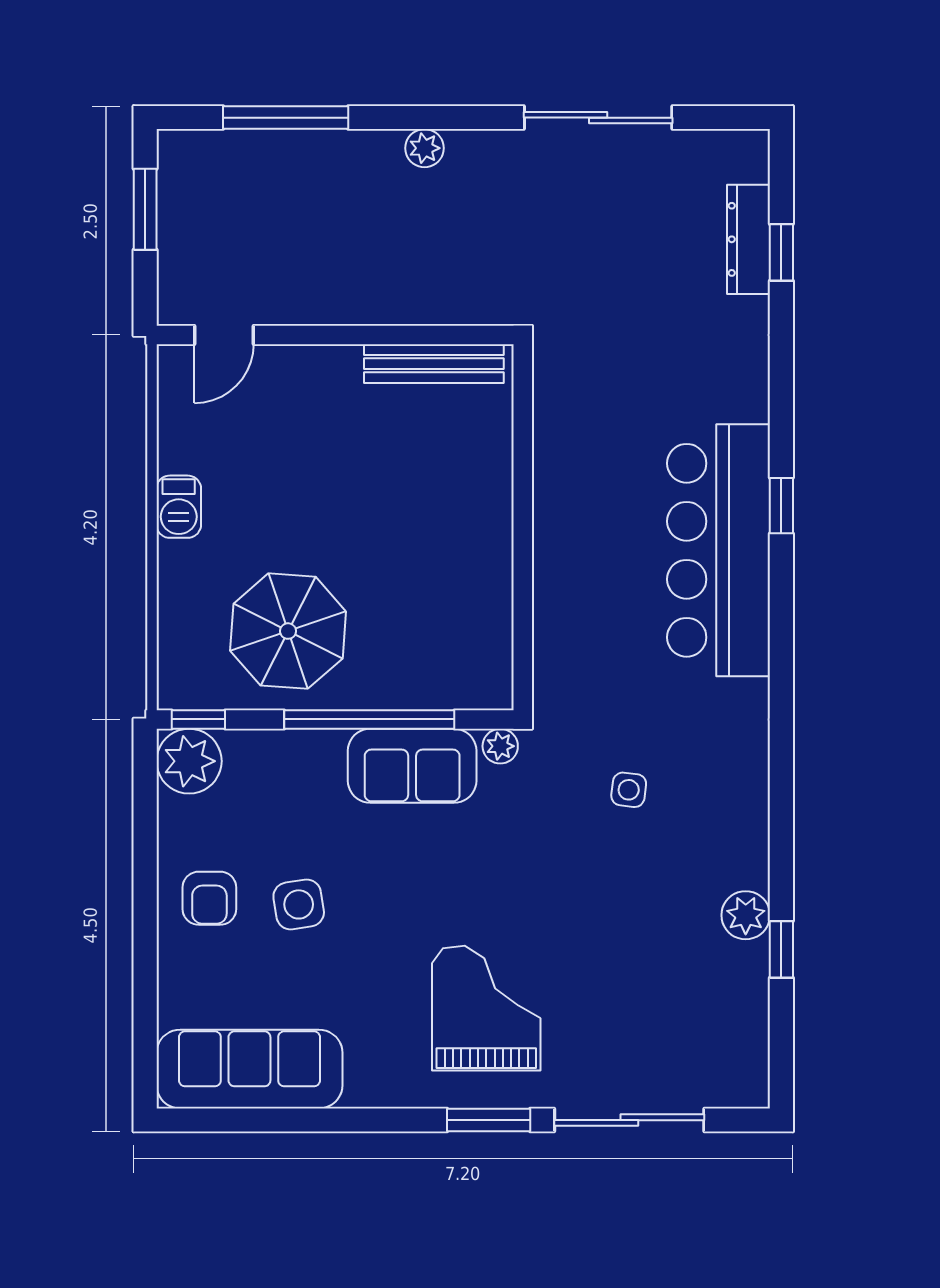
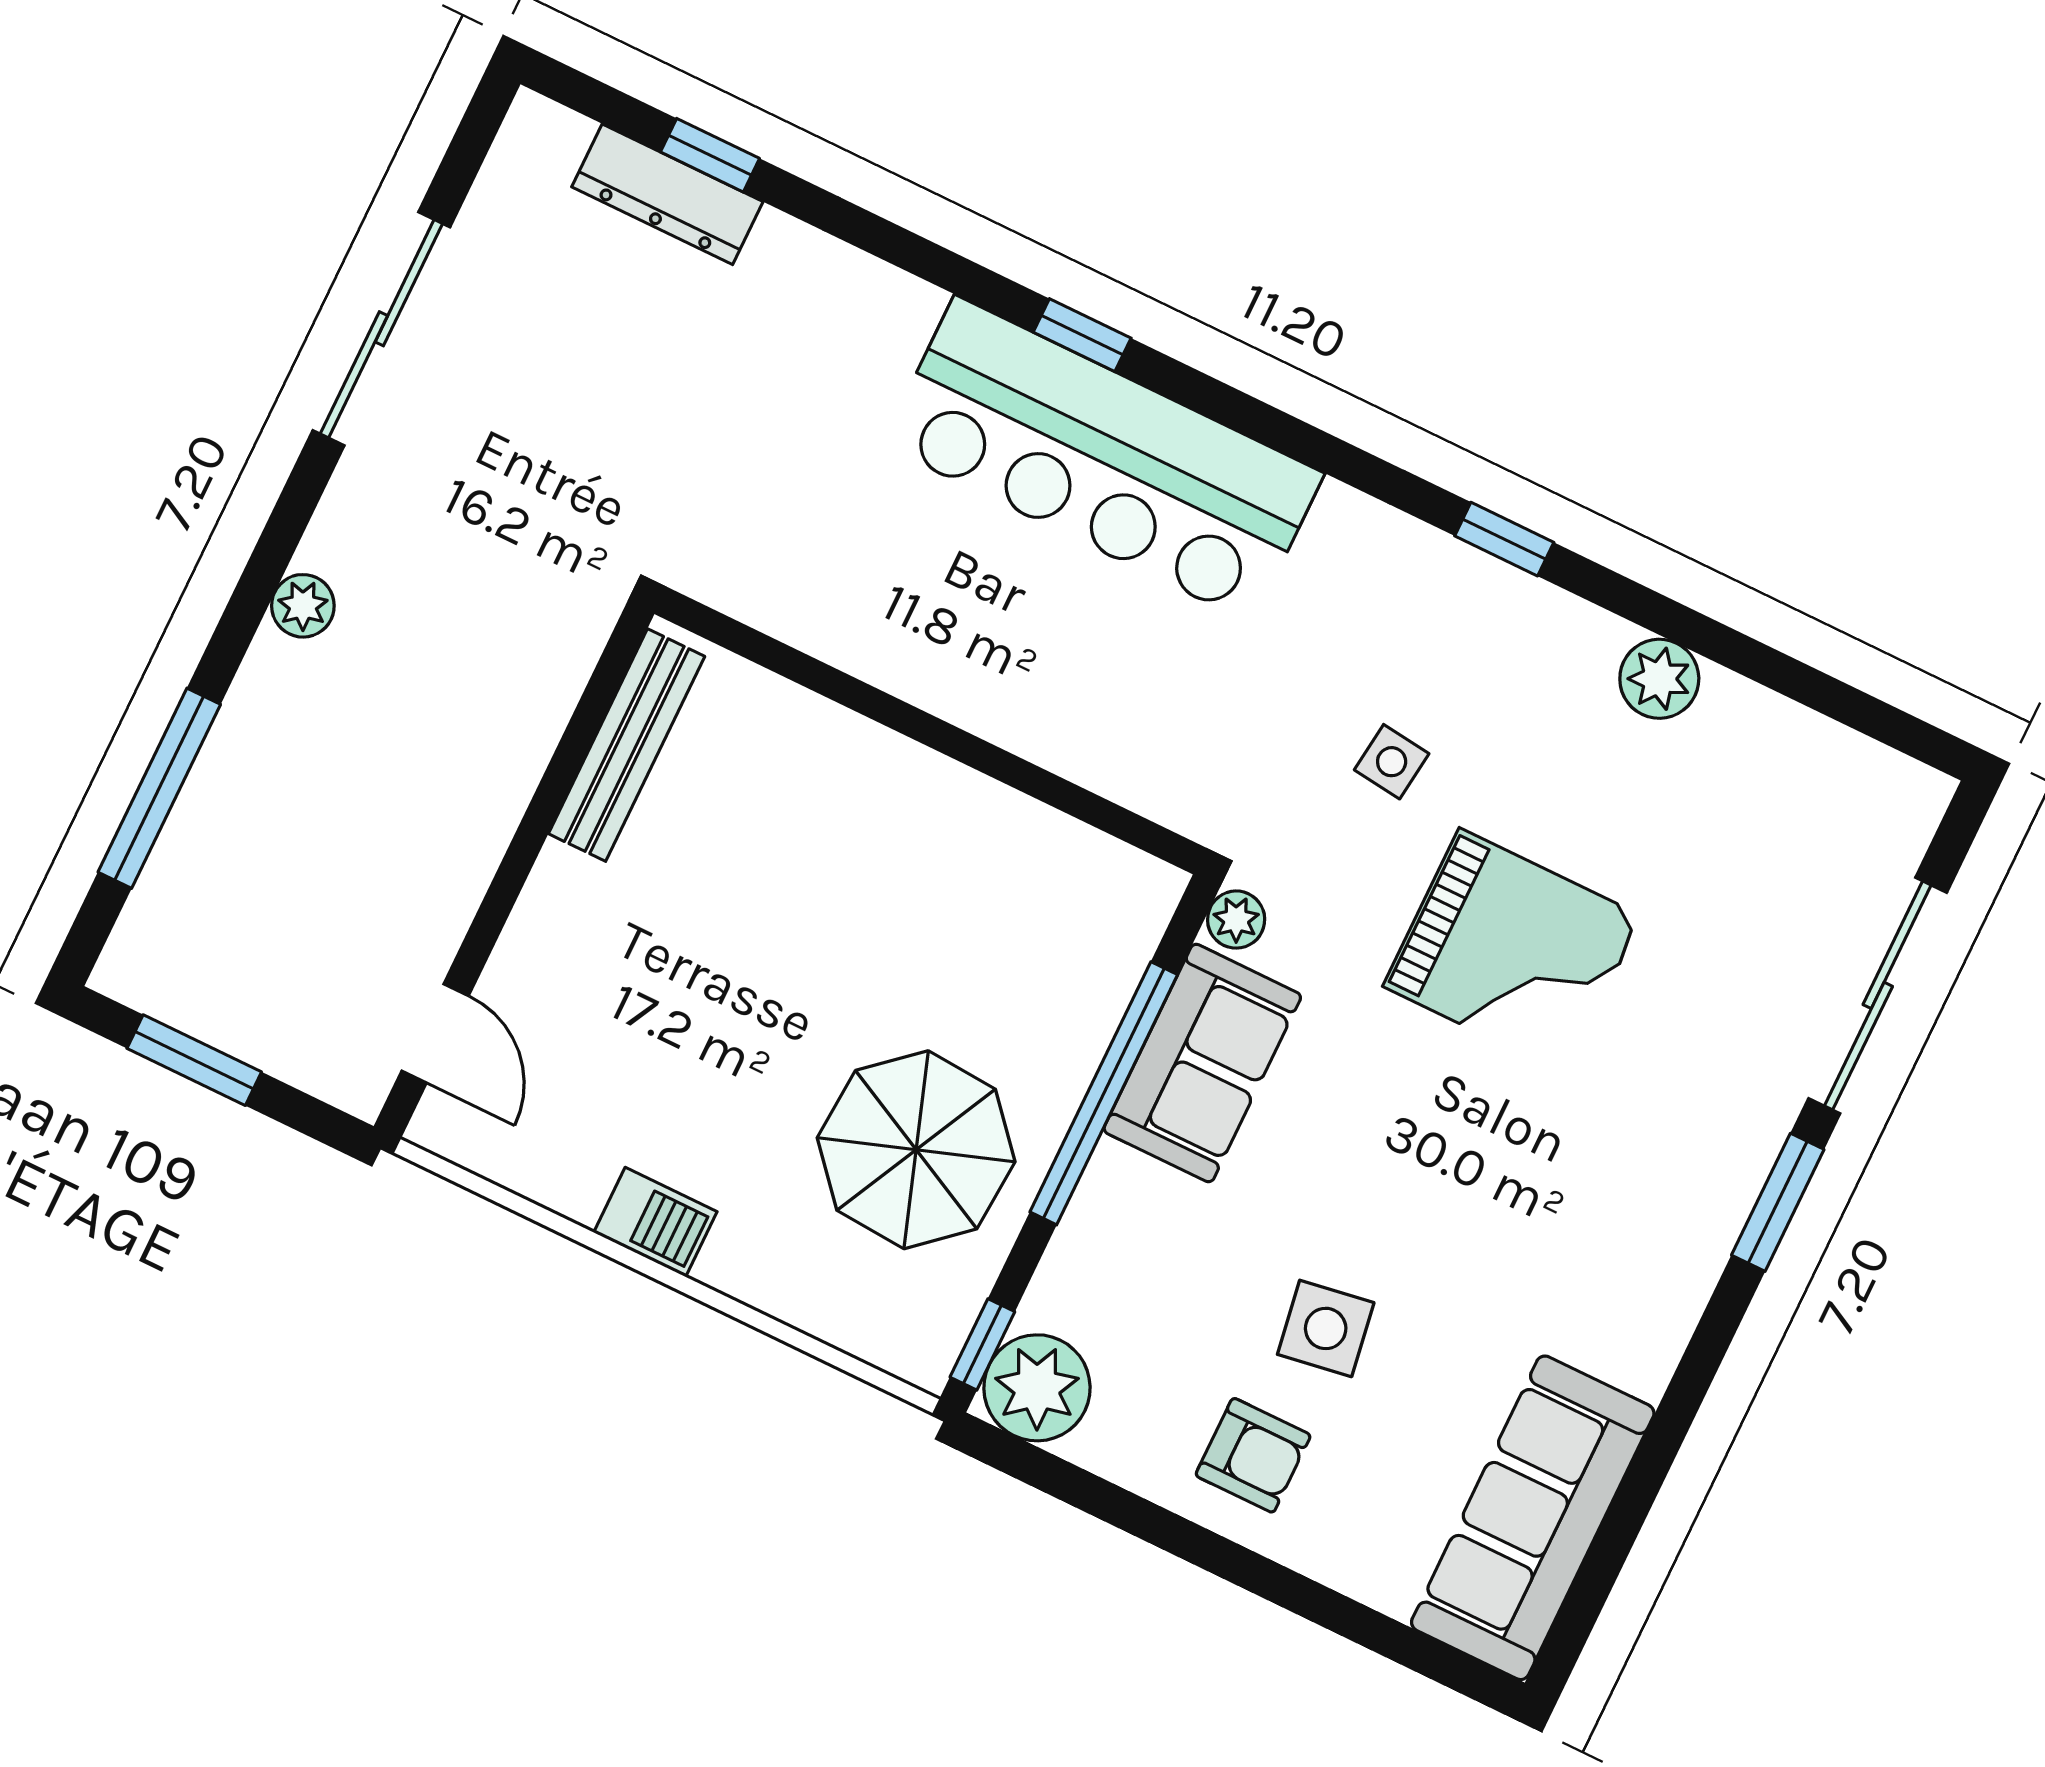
window: (781, 949) -> (1504, 539), moved
grand piano: (486, 1008) -> (1513, 951), moved, turned 180

